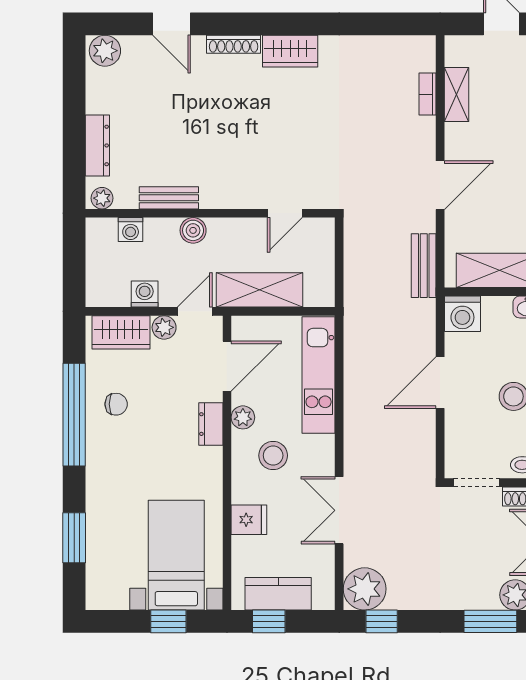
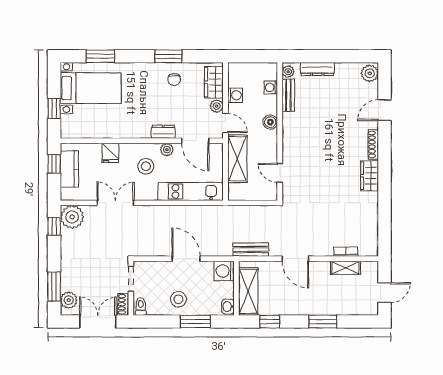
bench: (169, 198) -> (288, 95), moved
window: (74, 415) -> (168, 56), width x0.47
bed with nightstands: (176, 555) -> (91, 88), moved

